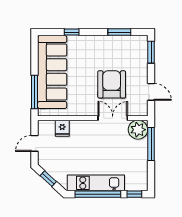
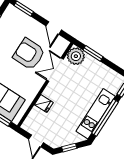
door: (151, 92) -> (54, 28), swing flipped
fridge: (62, 128) -> (44, 104), moved
window: (151, 144) -> (93, 53), width x0.69

